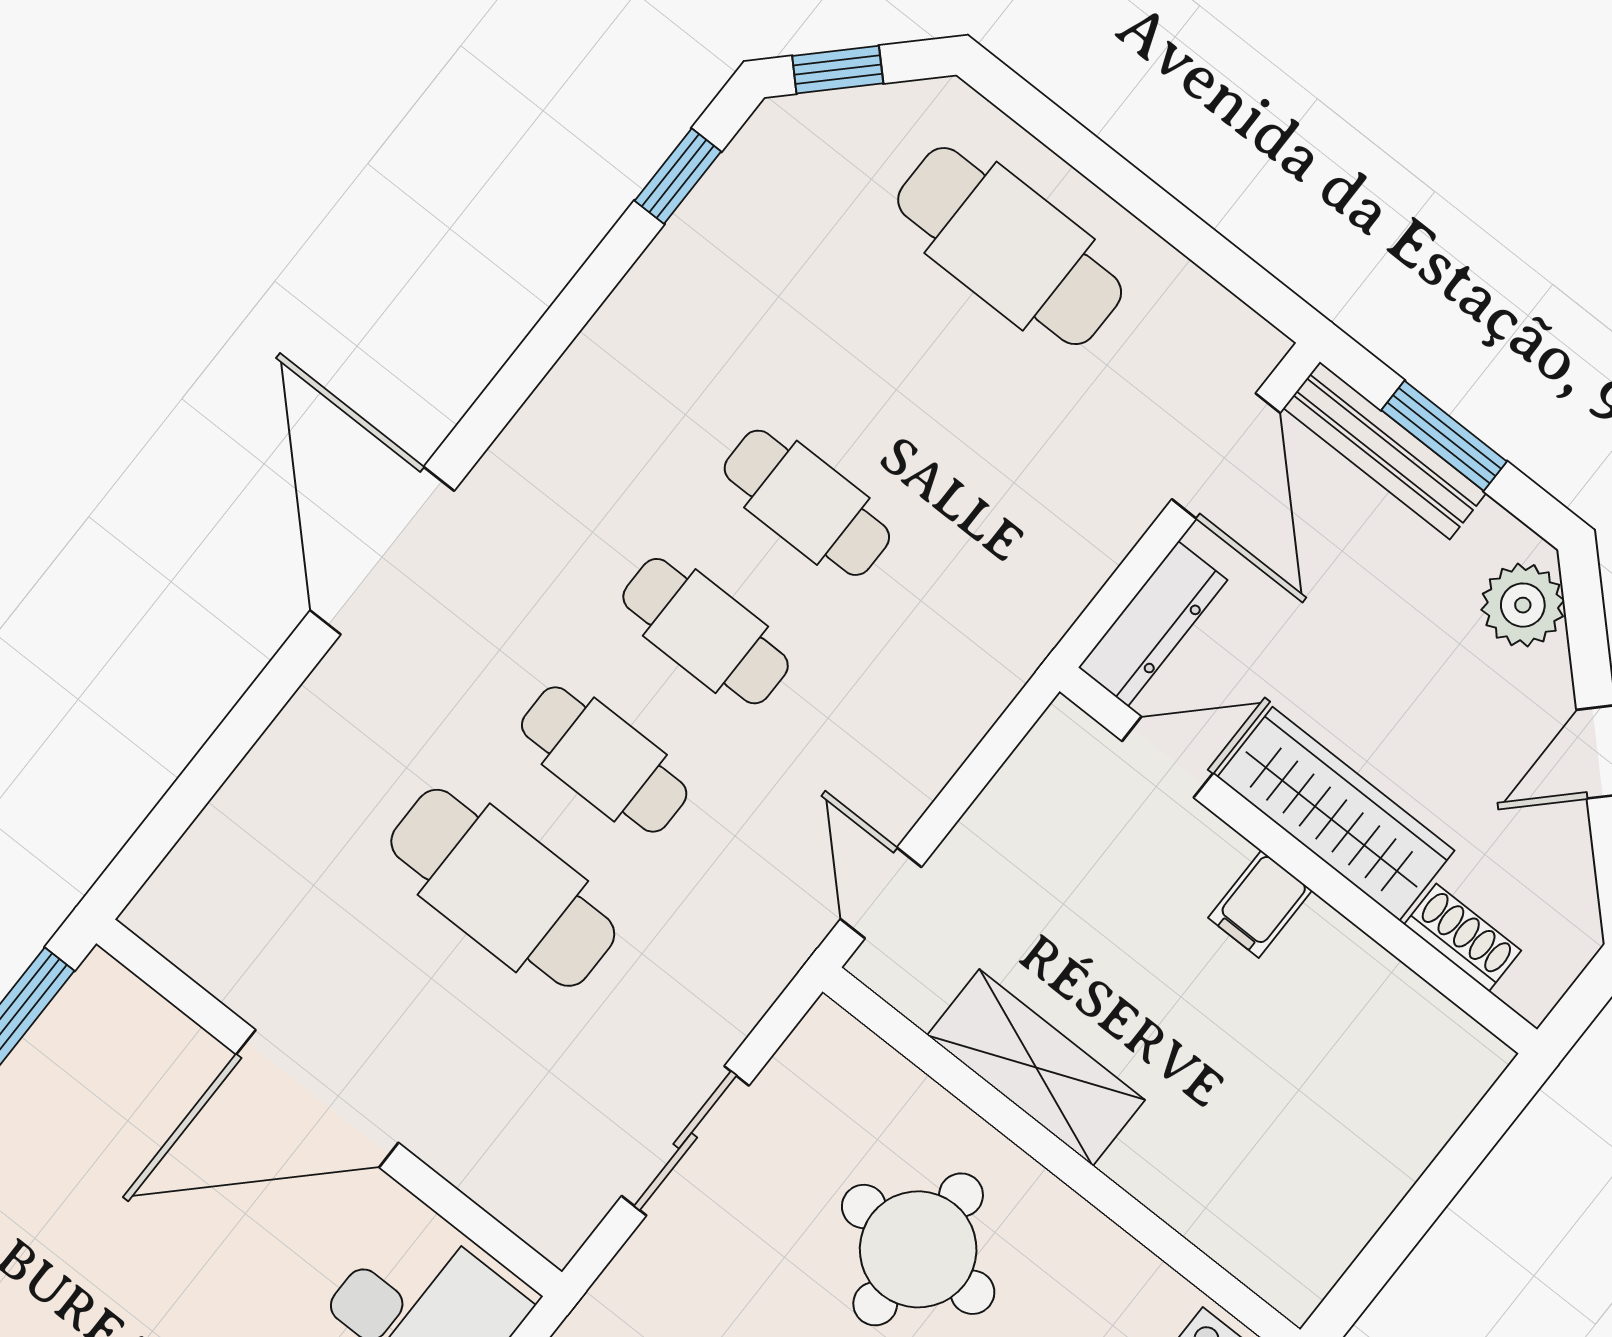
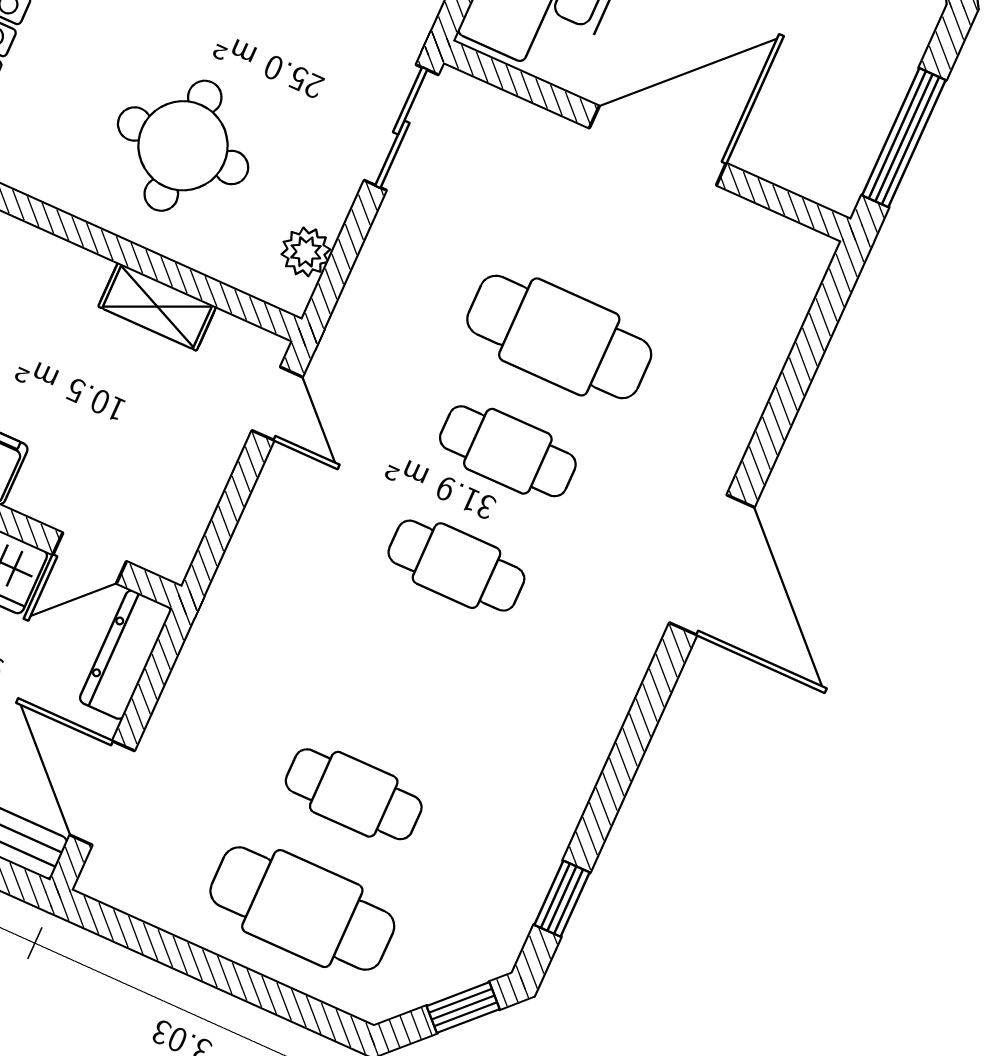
cafe table: (807, 503) -> (354, 794), moved
shelving: (1036, 1068) -> (157, 307), width x0.67, depth x0.75
plant: (796, 1076) -> (306, 252), added
sliding door: (685, 1141) -> (401, 128), moved

